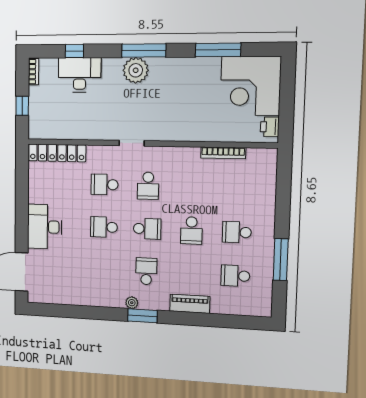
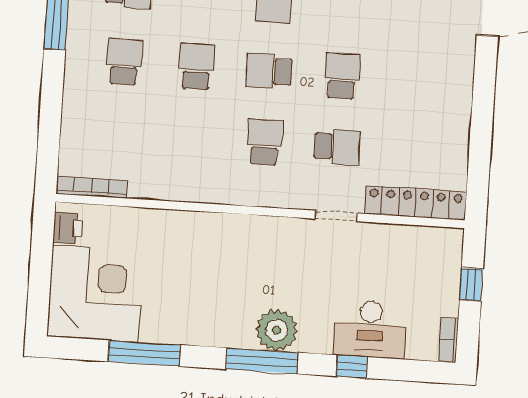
window: (74, 51) -> (352, 367), moved
doorway: (132, 143) -> (336, 216), moved
bookcase: (223, 153) -> (92, 187), moved
desk: (45, 227) -> (444, 79), removed
school desk: (104, 227) -> (342, 76), turned -90
school desk: (237, 232) -> (124, 62), turned -90

